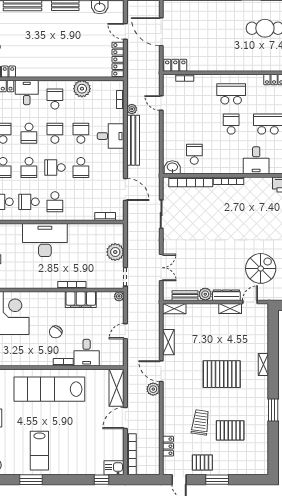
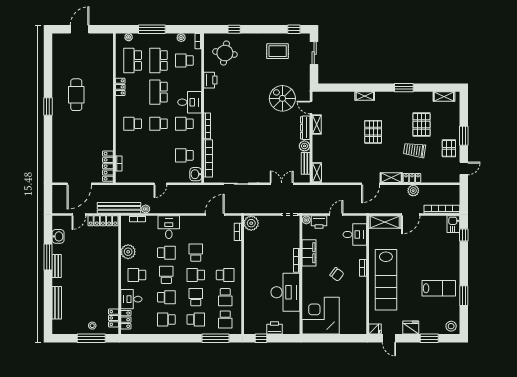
locker: (175, 65) -> (108, 166), width x1.53
school desk: (231, 94) -> (133, 124), width x0.54
door: (161, 103) -> (160, 184), moved
school desk: (55, 133) -> (166, 275), turned 90
school desk: (81, 133) -> (166, 253), turned 180
bench: (133, 140) -> (119, 208), moved
school desk: (231, 154) -> (184, 124), added
school desk: (29, 167) -> (196, 297), turned -90
school desk: (55, 167) -> (196, 275), turned 90
school desk: (81, 167) -> (196, 253), turned -90
desk: (45, 240) -> (285, 292), moved, turned 180
plant: (115, 252) -> (251, 223), moved
printer: (117, 311) -> (319, 222), added
door: (125, 331) -> (336, 214), swing flipped
shelving: (168, 342) -> (391, 178), moved
desk: (87, 353) -> (355, 235), moved
pallet: (222, 374) -> (373, 132), width x0.73, depth x0.71
plant: (153, 389) -> (413, 191), moved
door: (125, 418) -> (411, 214), hinge flipped
locker: (168, 446) -> (412, 178), moved
shelving: (263, 457) -> (444, 96), added

